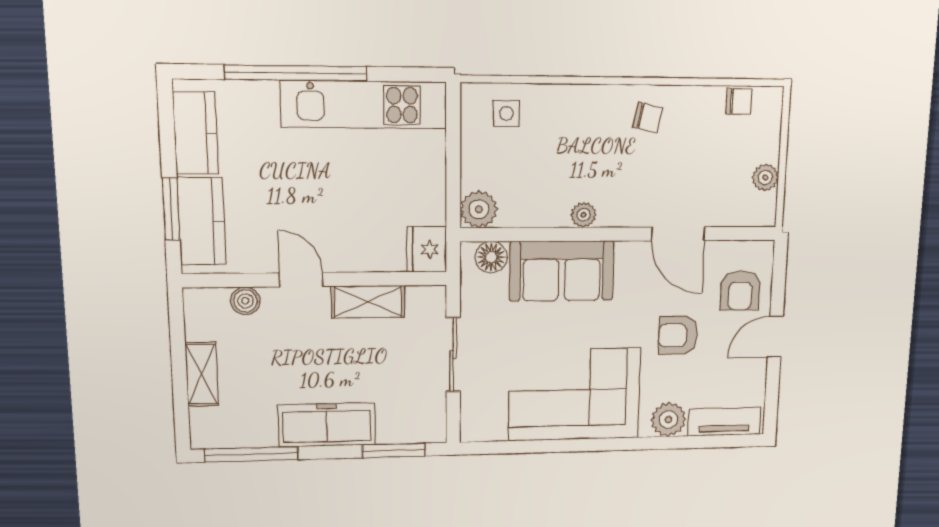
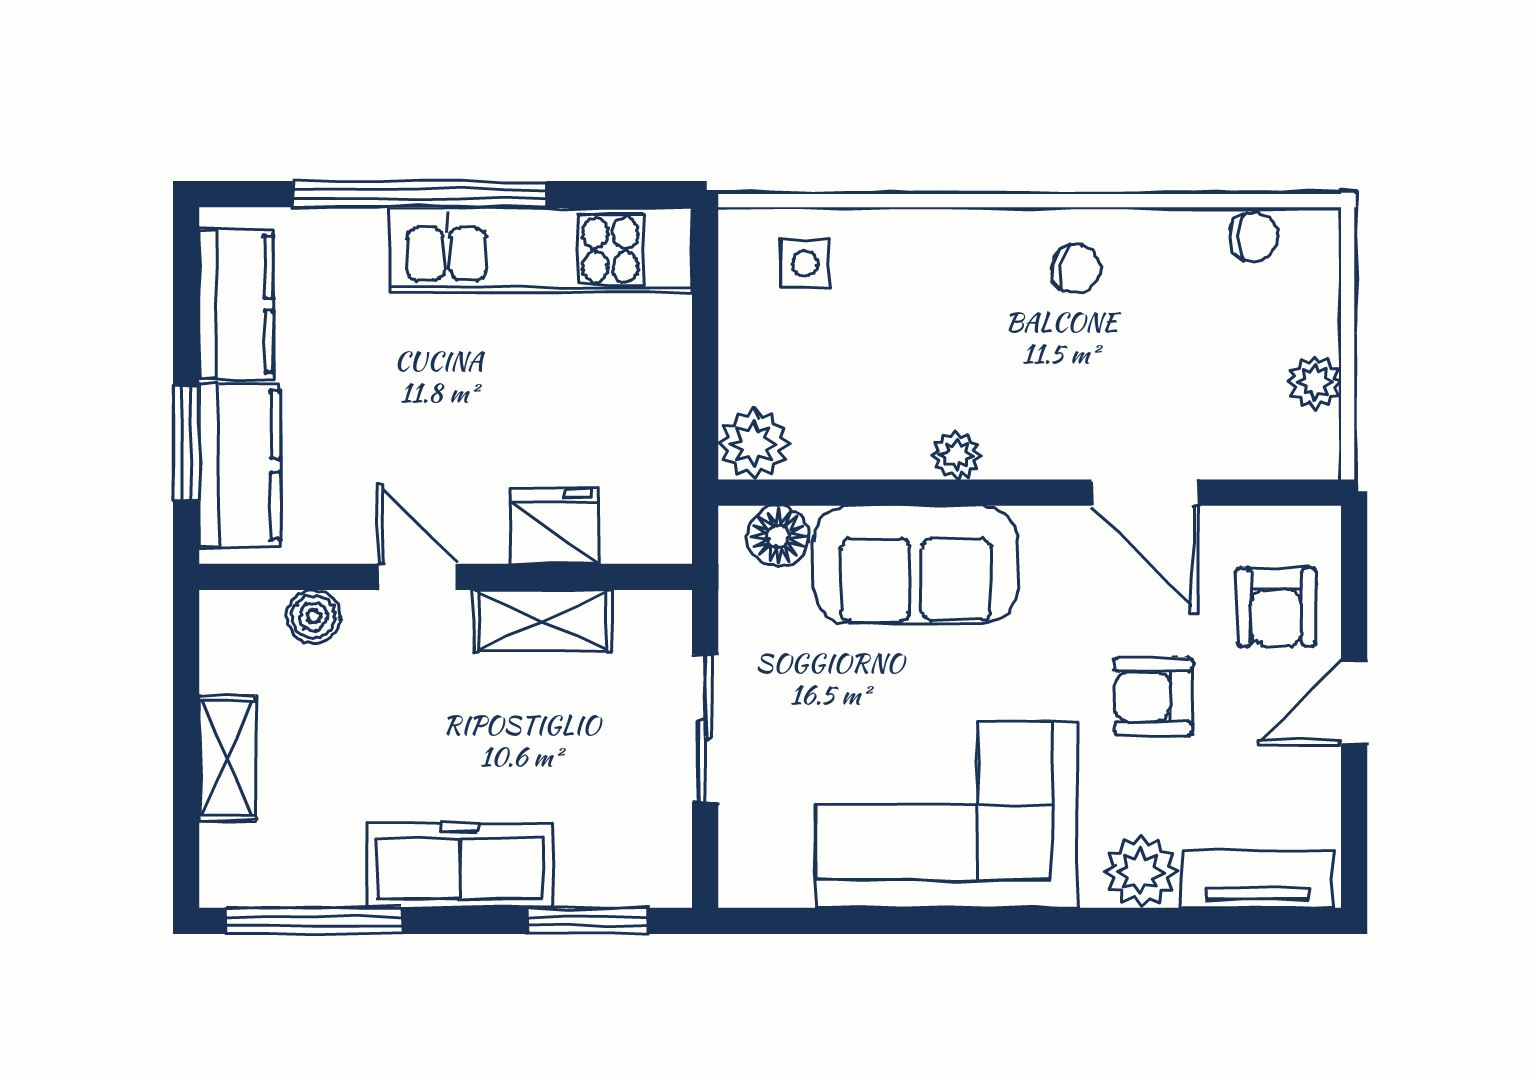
fridge: (427, 249) -> (555, 526), moved, turned 90

